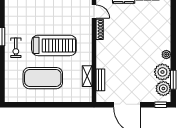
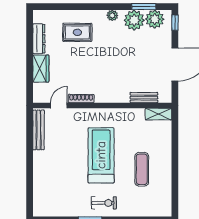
rug: (153, 26) -> (77, 32), added
shelving: (87, 76) -> (159, 114), moved
exercise mat: (43, 78) -> (142, 169), width x0.50, depth x0.69

